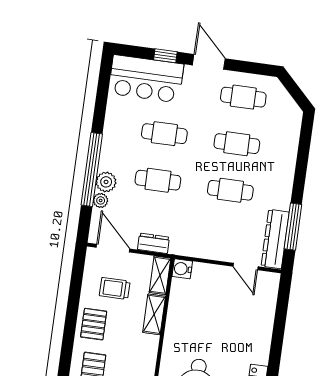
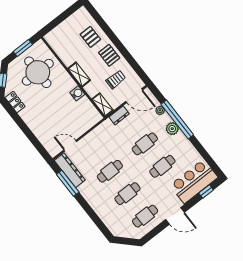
window: (165, 56) -> (206, 192), moved
plant: (106, 182) -> (172, 129), moved
water cooler: (182, 269) -> (77, 93), moved
shelving: (154, 314) -> (79, 74), moved

